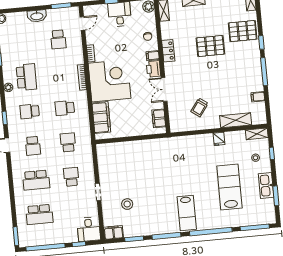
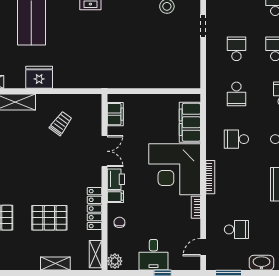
school desk: (58, 39) -> (236, 229), turned 90
pallet: (210, 46) -> (49, 218), moved
locker: (168, 51) -> (94, 209), width x1.53
school desk: (65, 108) -> (236, 139), turned 180
fridge: (219, 139) -> (39, 77), width x1.88, depth x1.34
school desk: (71, 177) -> (236, 49), turned 180

